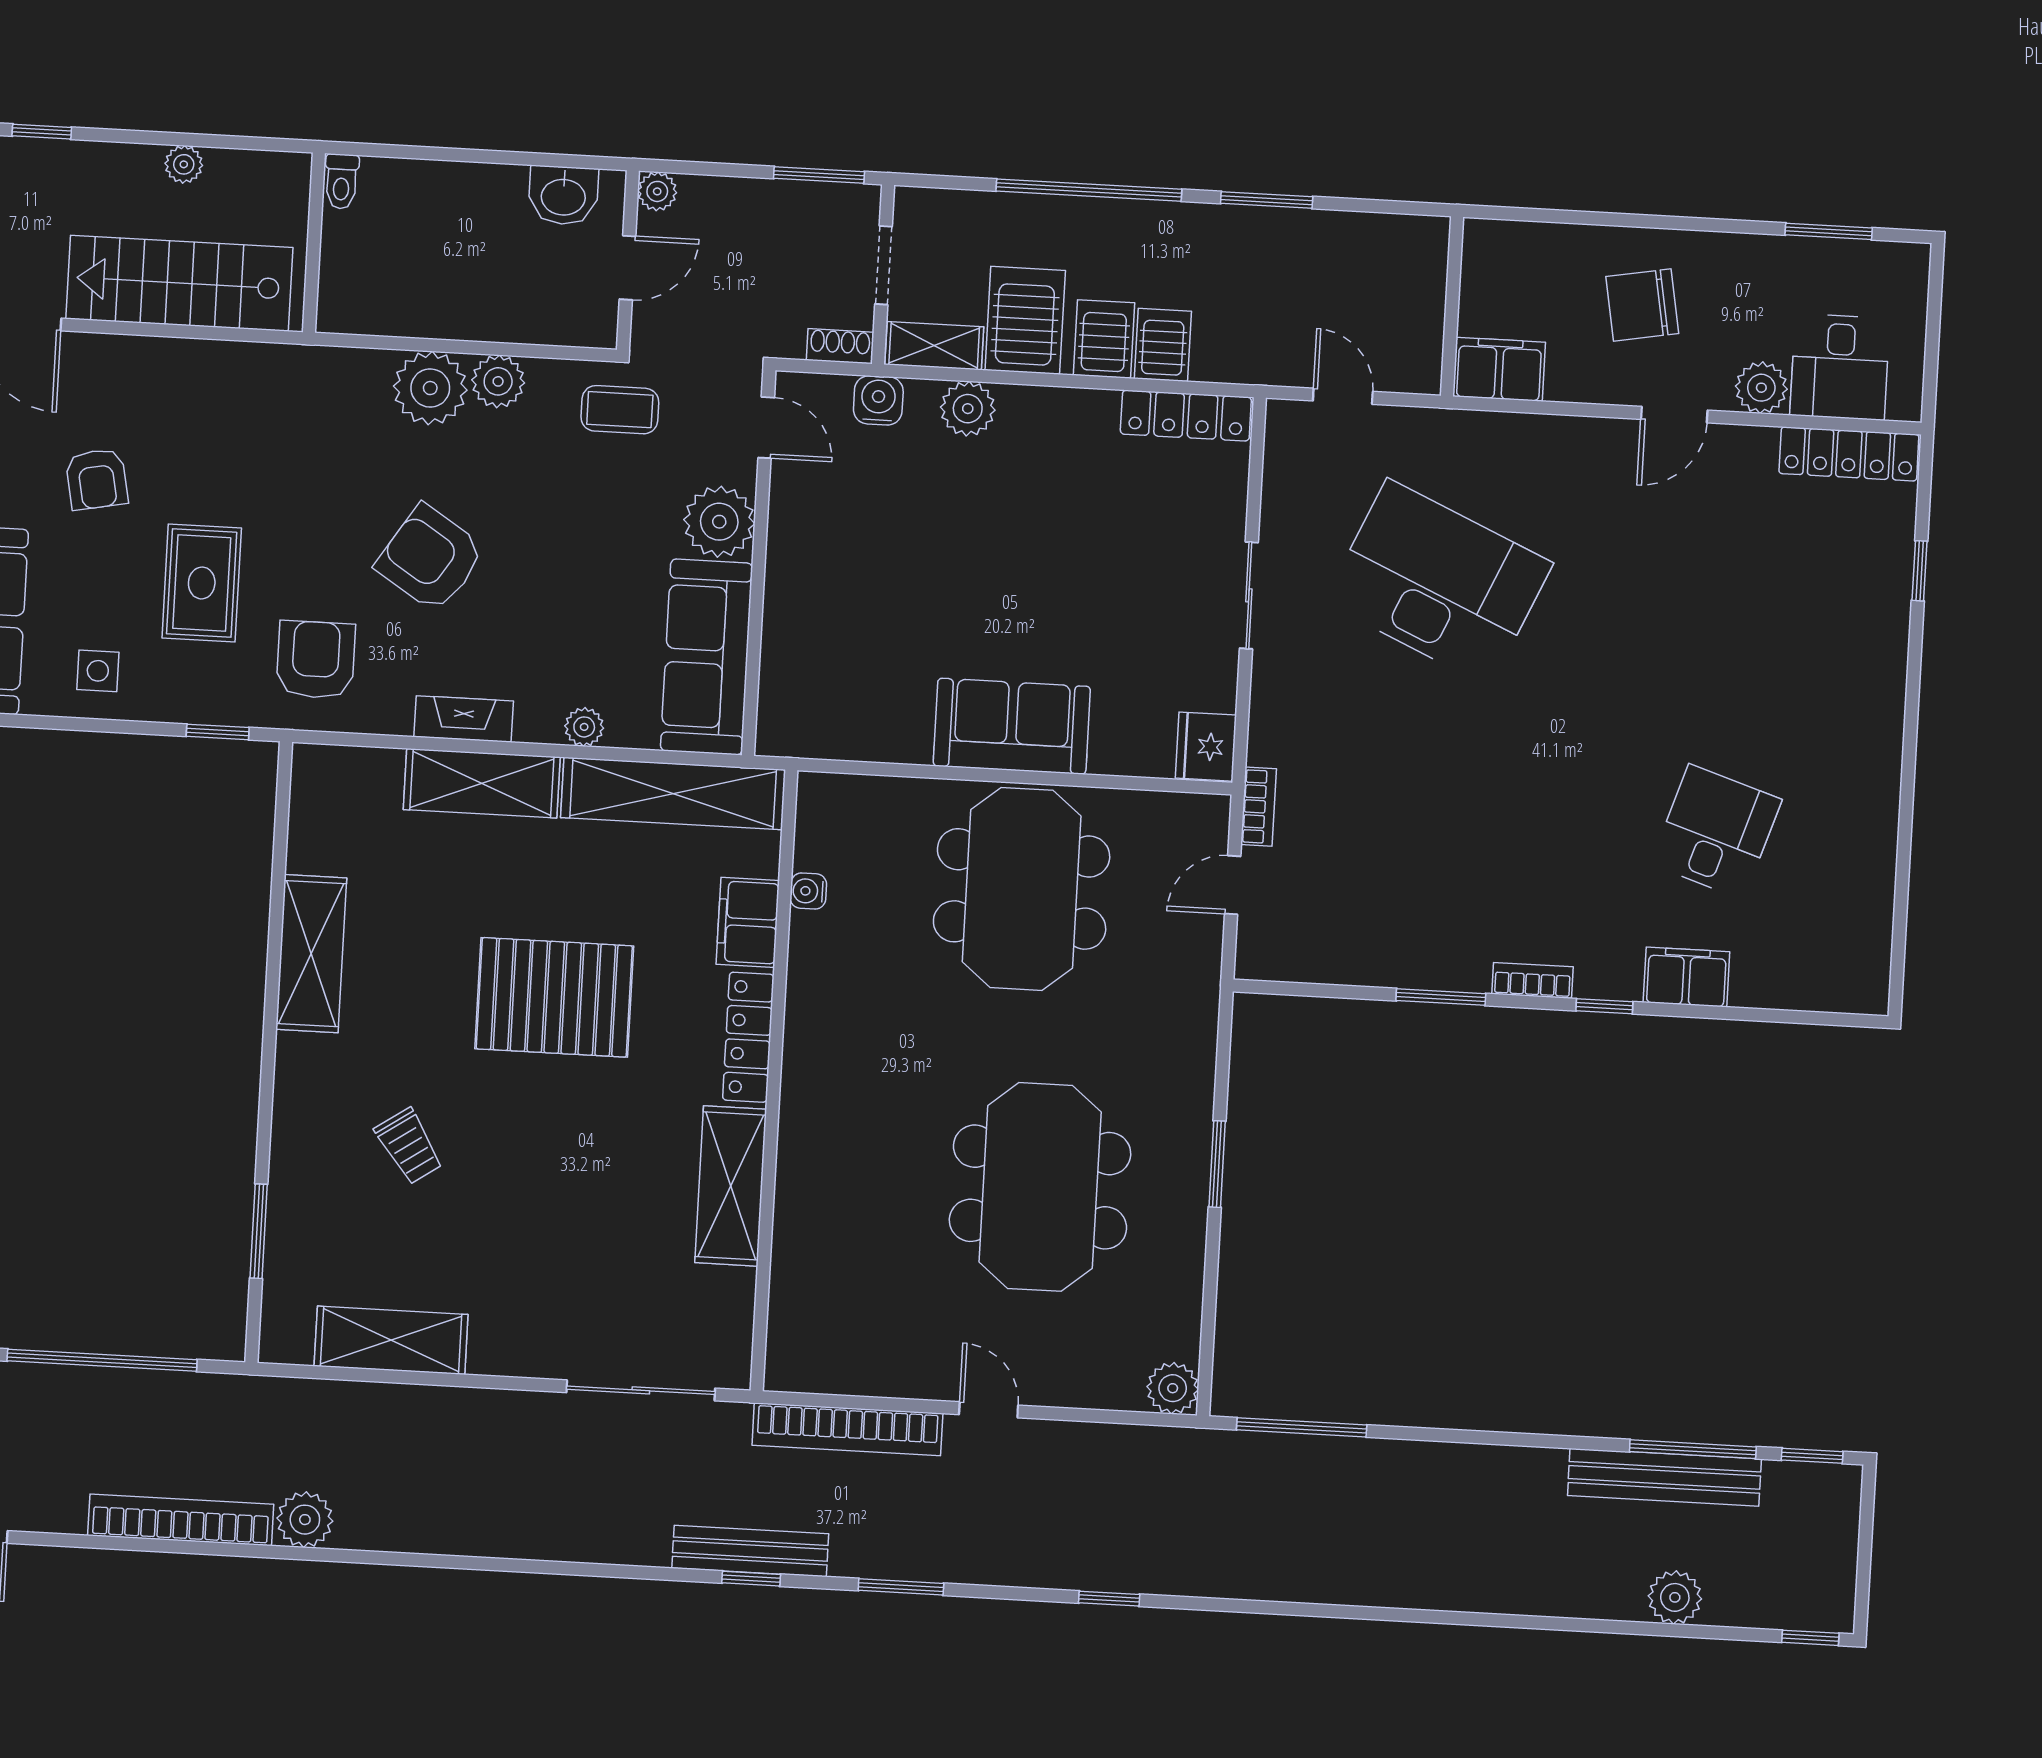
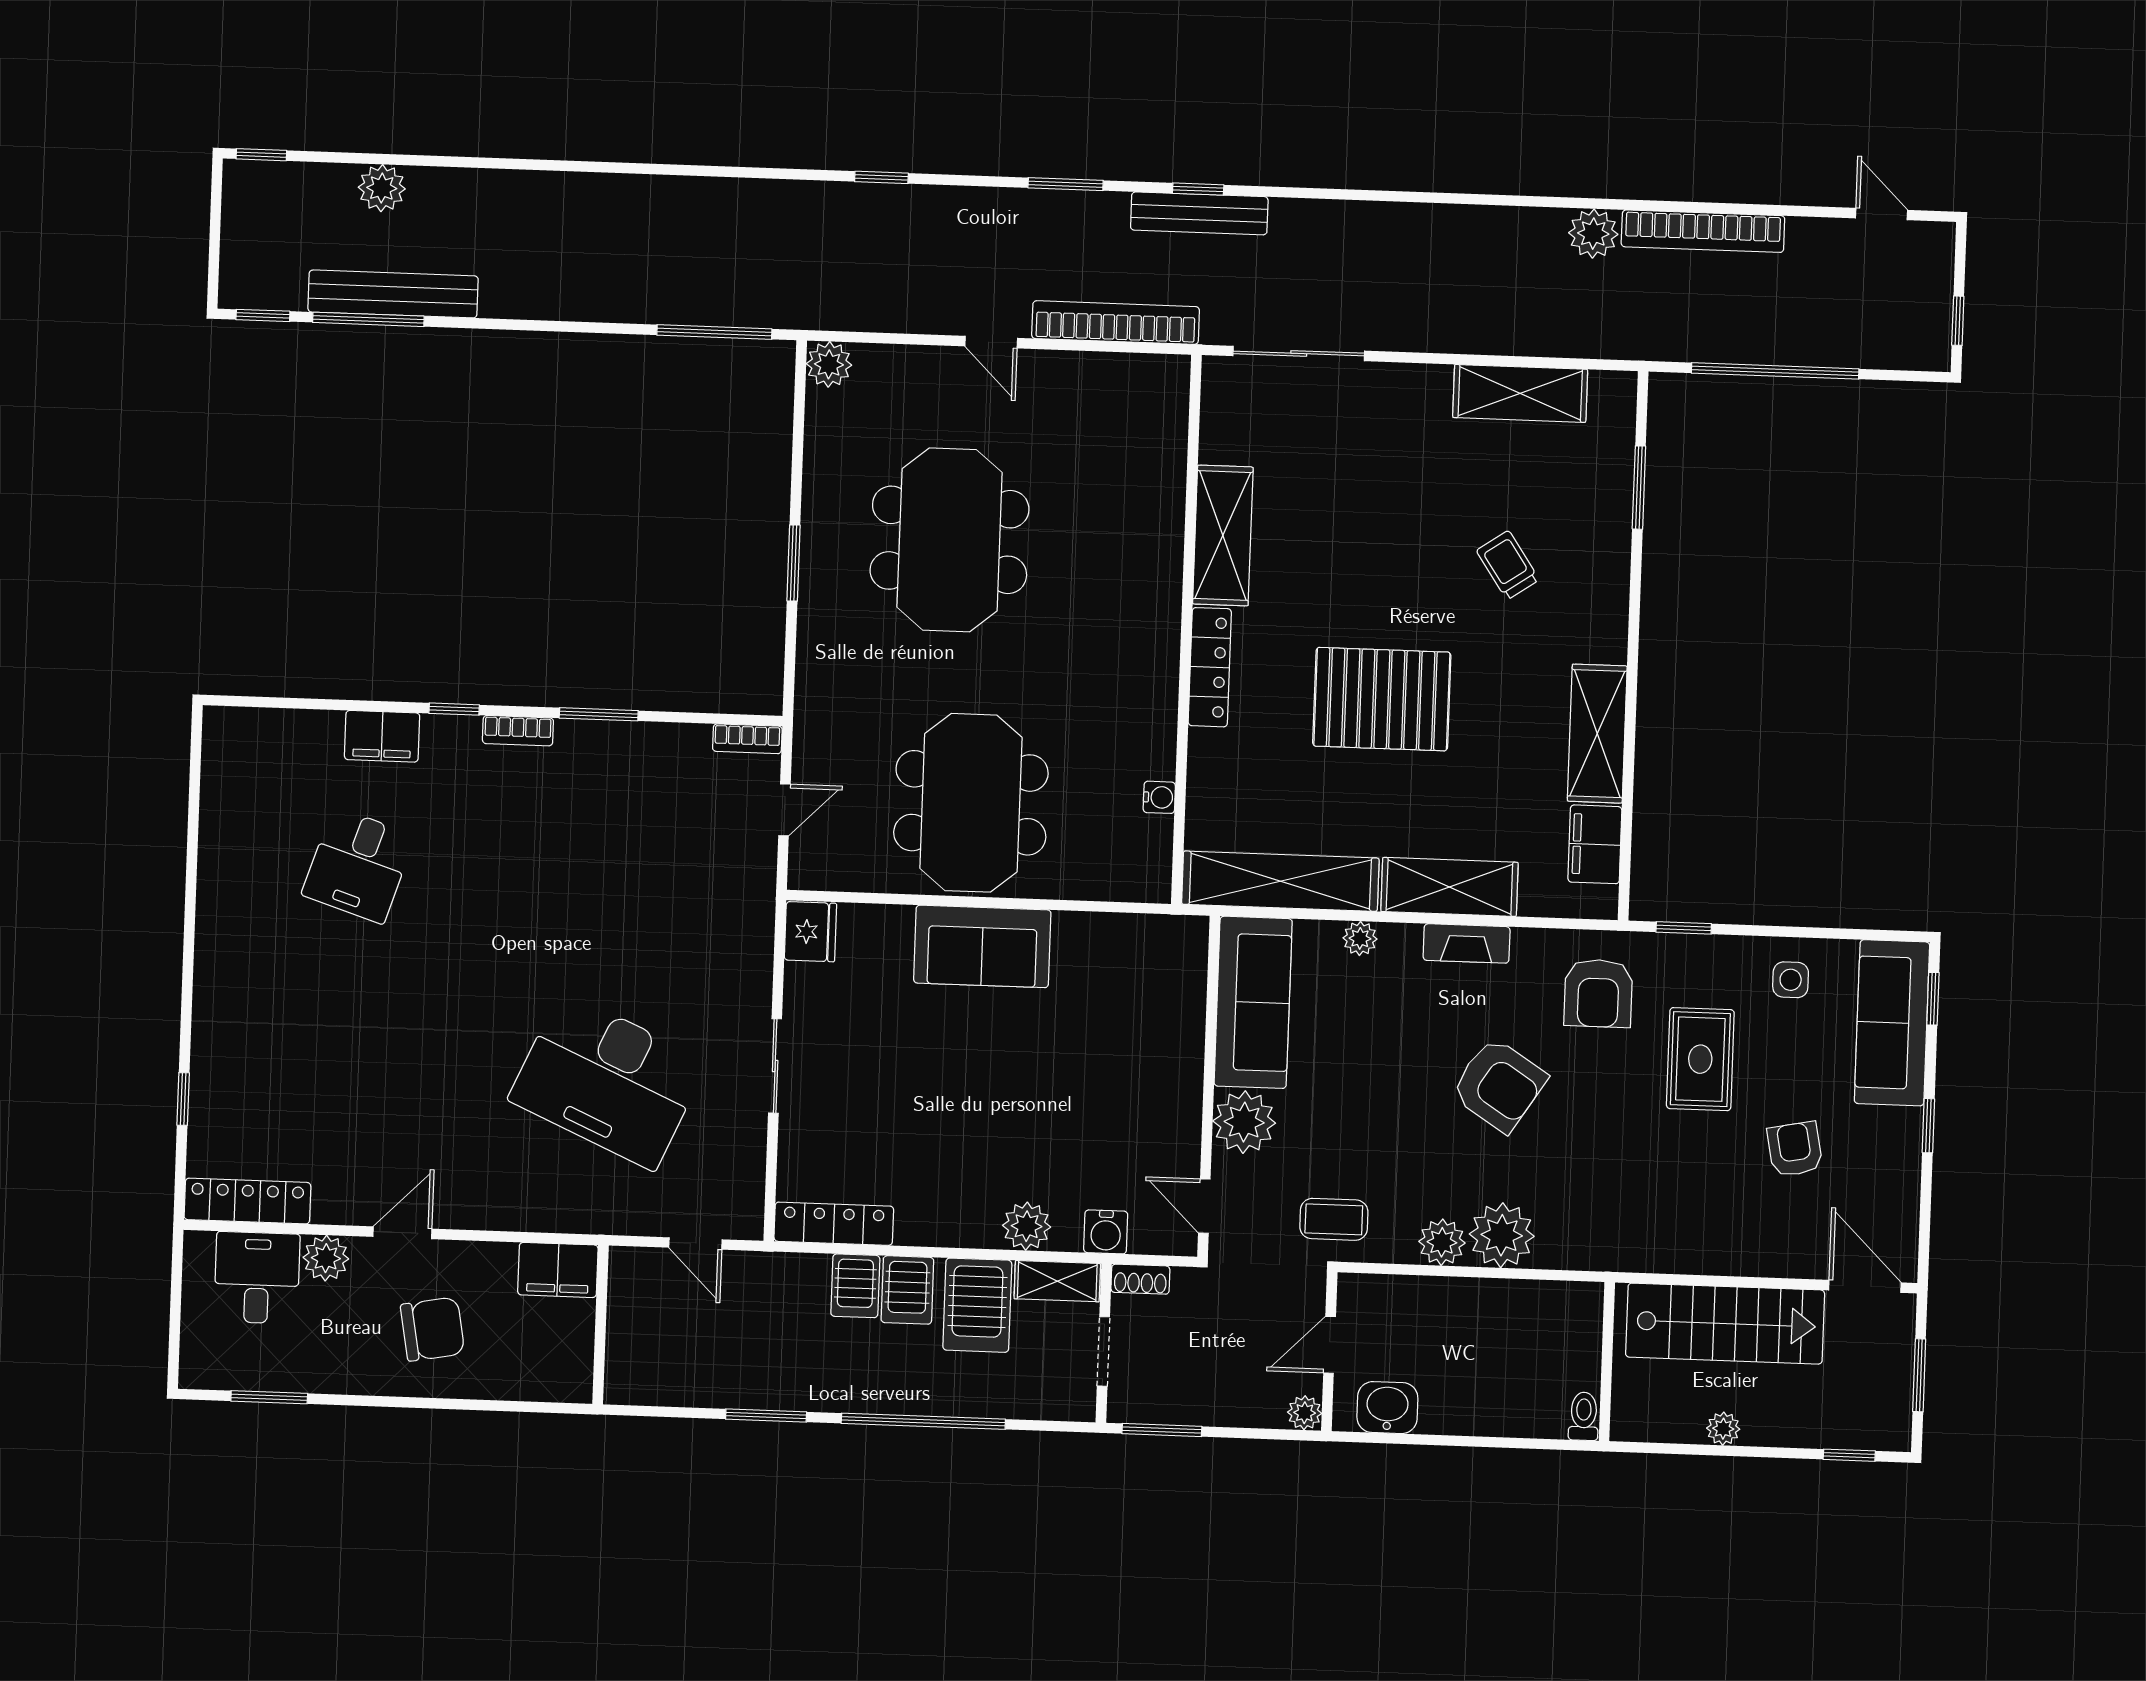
bookcase: (1259, 807) -> (747, 739), moved, turned -90
filing cabinet: (748, 922) -> (1595, 844), moved, turned 180

